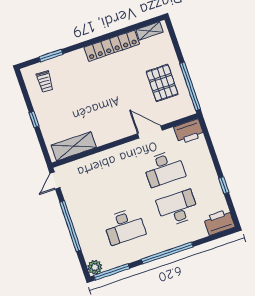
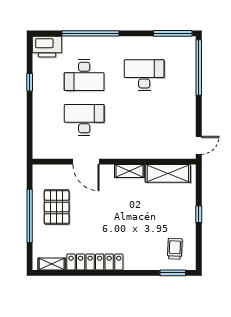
window: (51, 56) -> (173, 273), moved
window: (190, 86) -> (30, 216), moved
printer: (189, 131) -> (46, 149), removed
shelving: (109, 137) -> (129, 171), added
window: (70, 226) -> (199, 67), moved
window: (167, 253) -> (90, 33), moved
plant: (95, 267) -> (188, 44), removed

